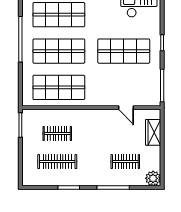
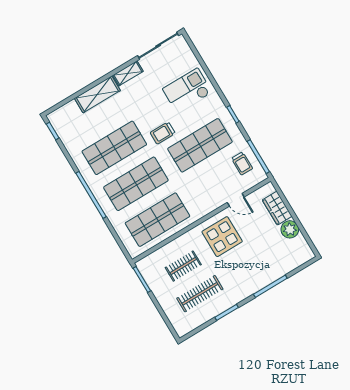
trolley: (102, 25) -> (163, 133), added
trolley: (147, 83) -> (242, 163), added
display table: (99, 129) -> (222, 237), added
clothes rail: (125, 162) -> (267, 253), removed
plant: (153, 178) -> (290, 229), moved

